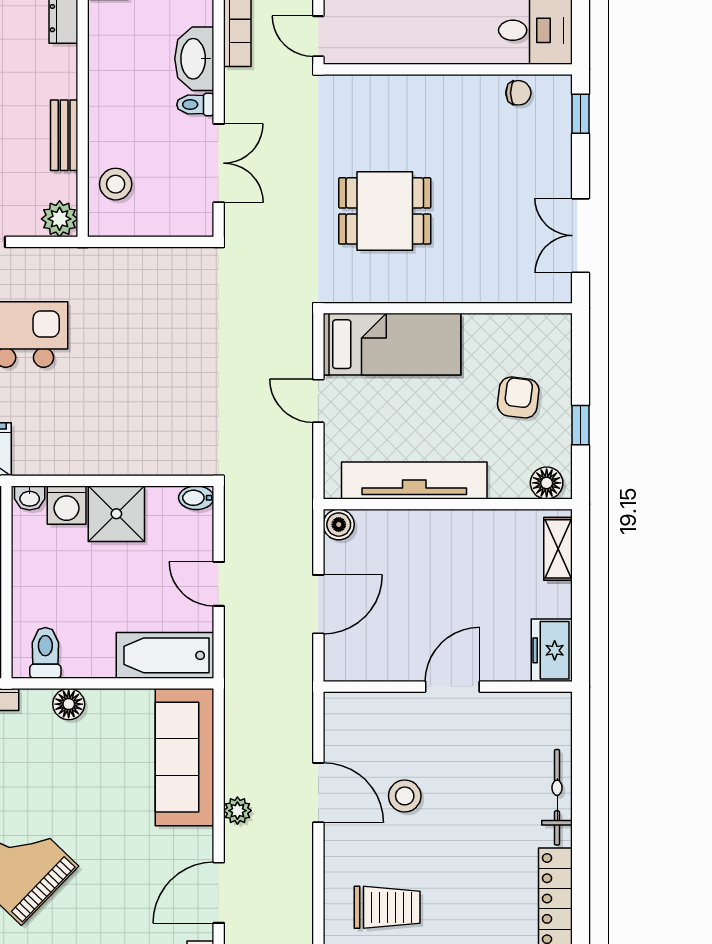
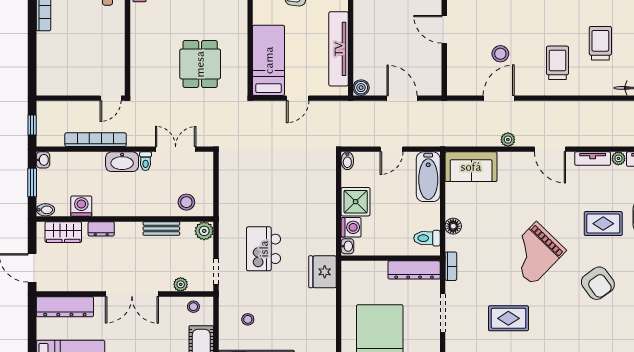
sofa: (185, 757) -> (471, 167), width x0.73

